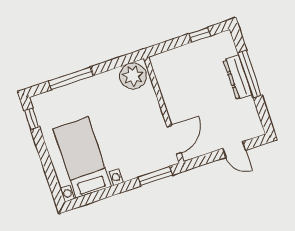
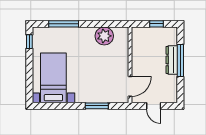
wall: (164, 110) -> (130, 65), moved
door: (174, 140) -> (130, 86), moved

